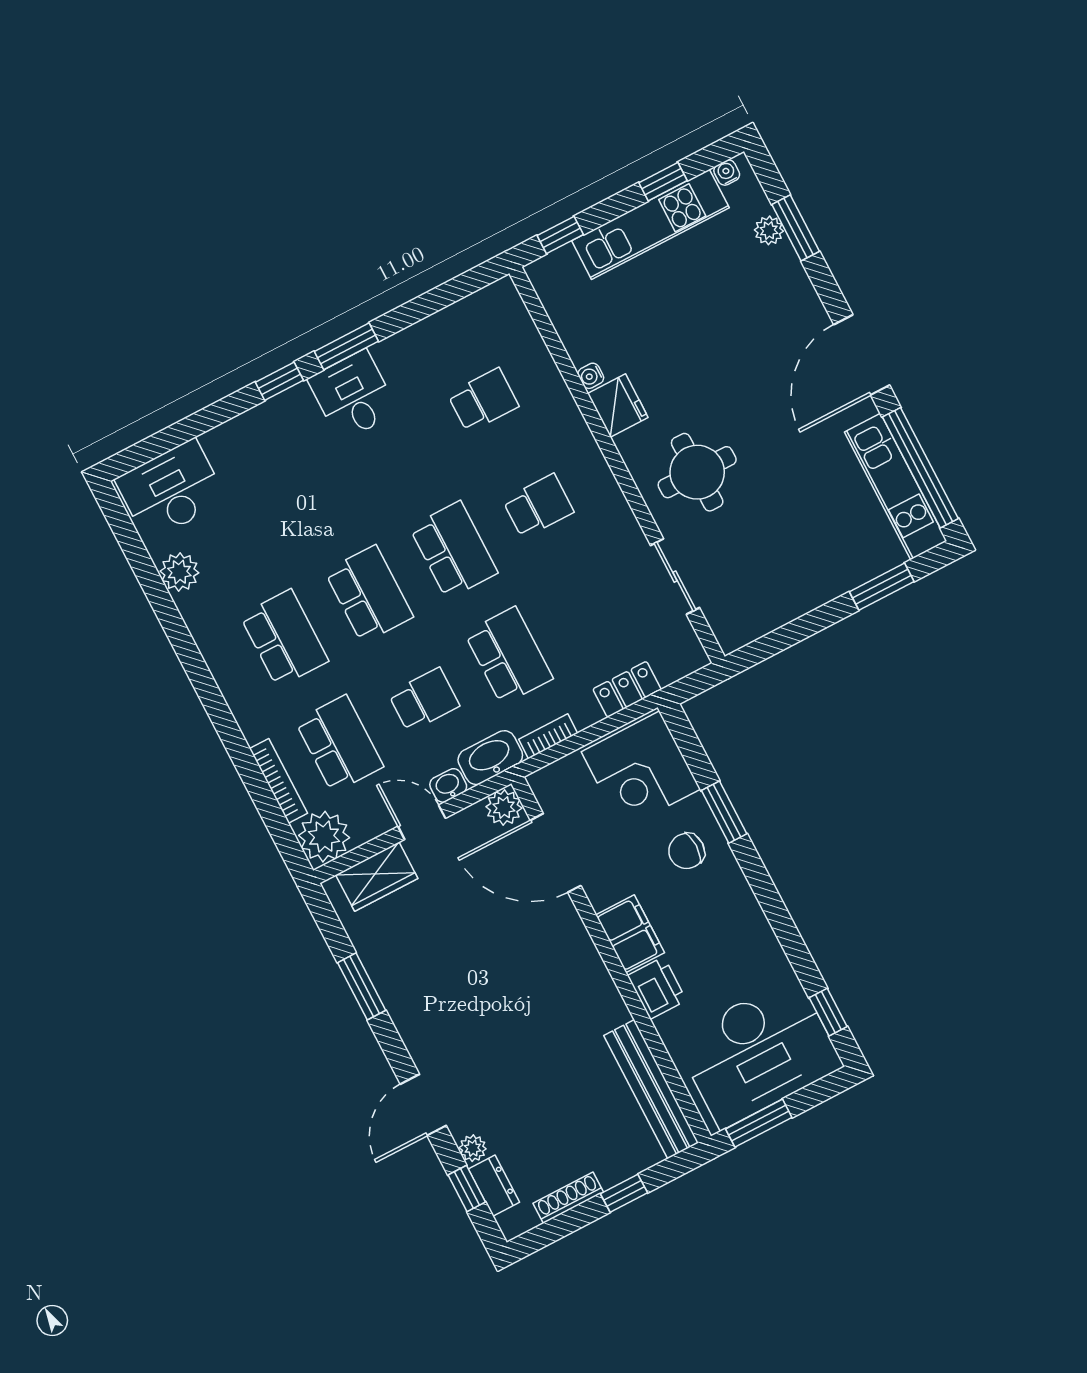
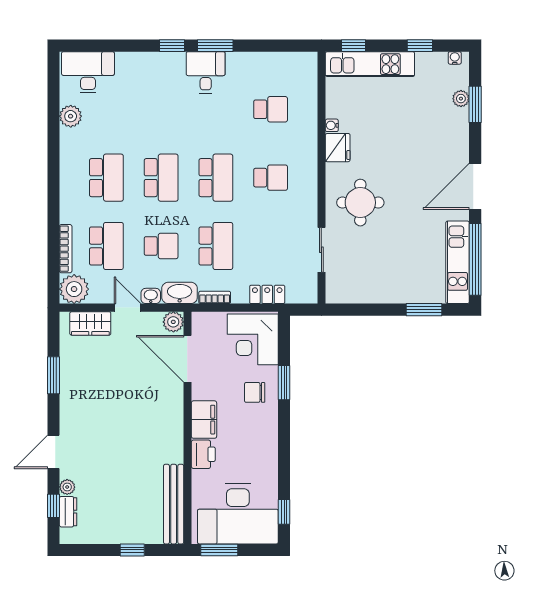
kitchen unit: (650, 224) -> (370, 64), moved
shoe rack: (568, 1198) -> (103, 537), removed

